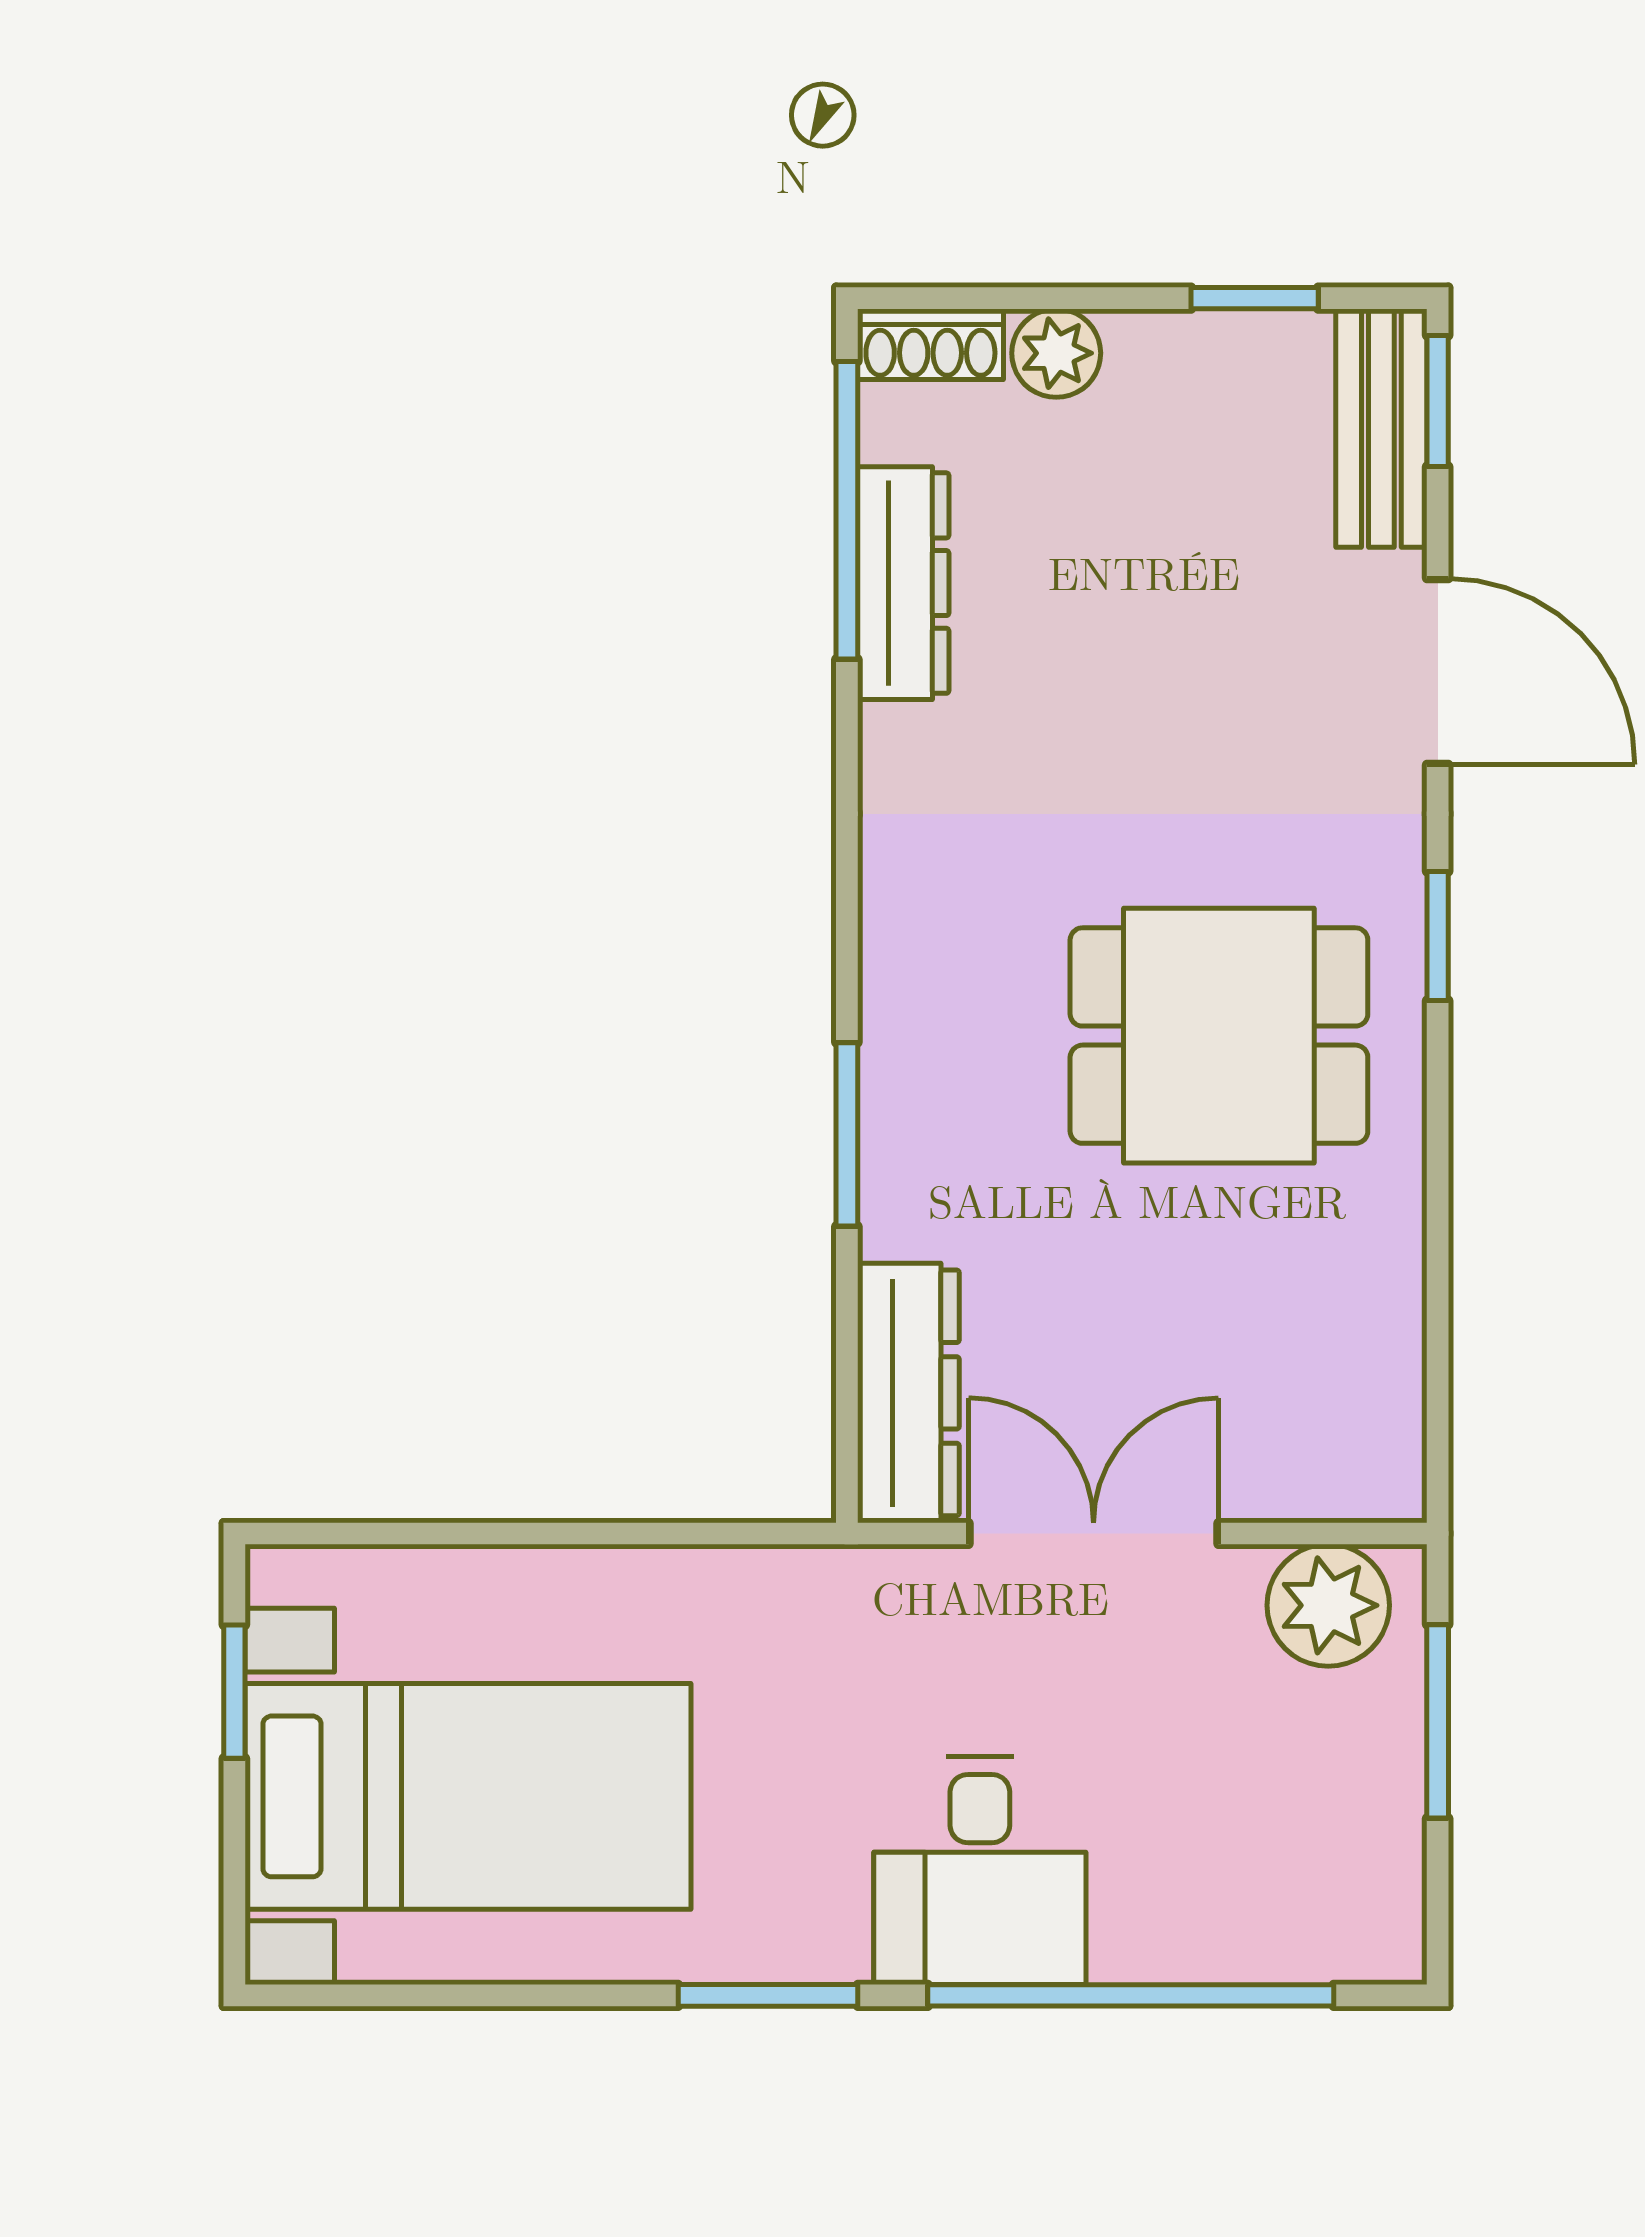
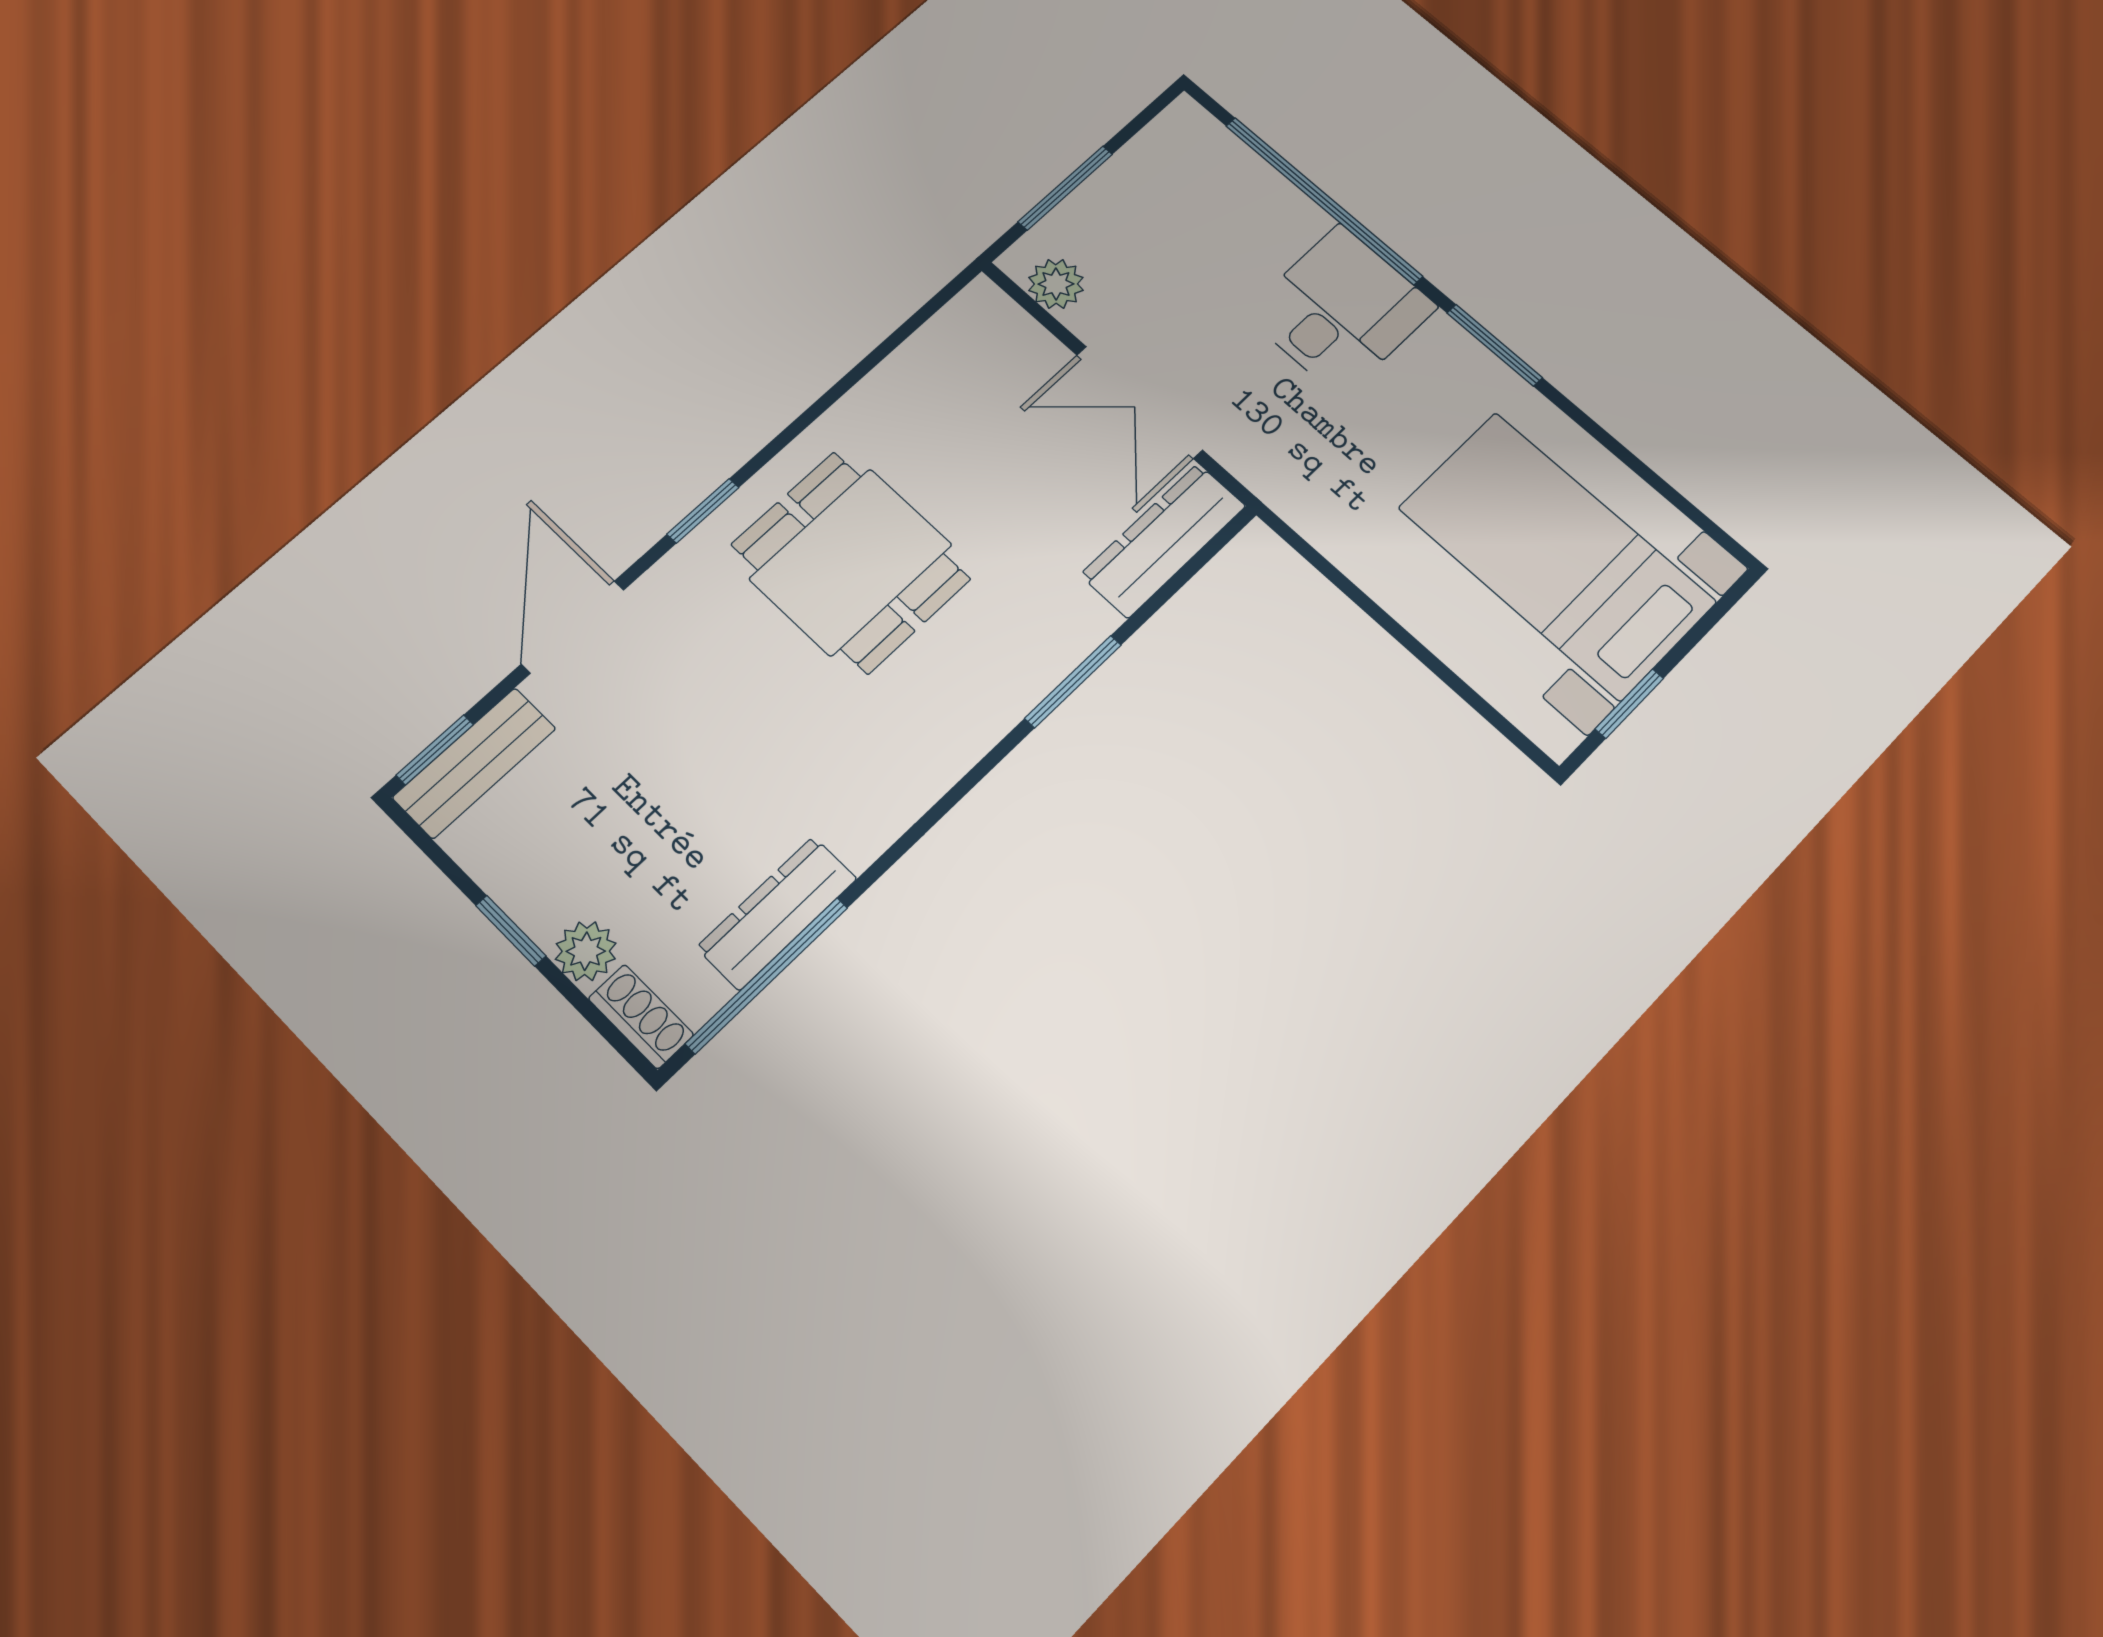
window: (1255, 298) -> (511, 931), moved
plant: (1328, 1605) -> (1056, 284), width x0.73, depth x0.73

